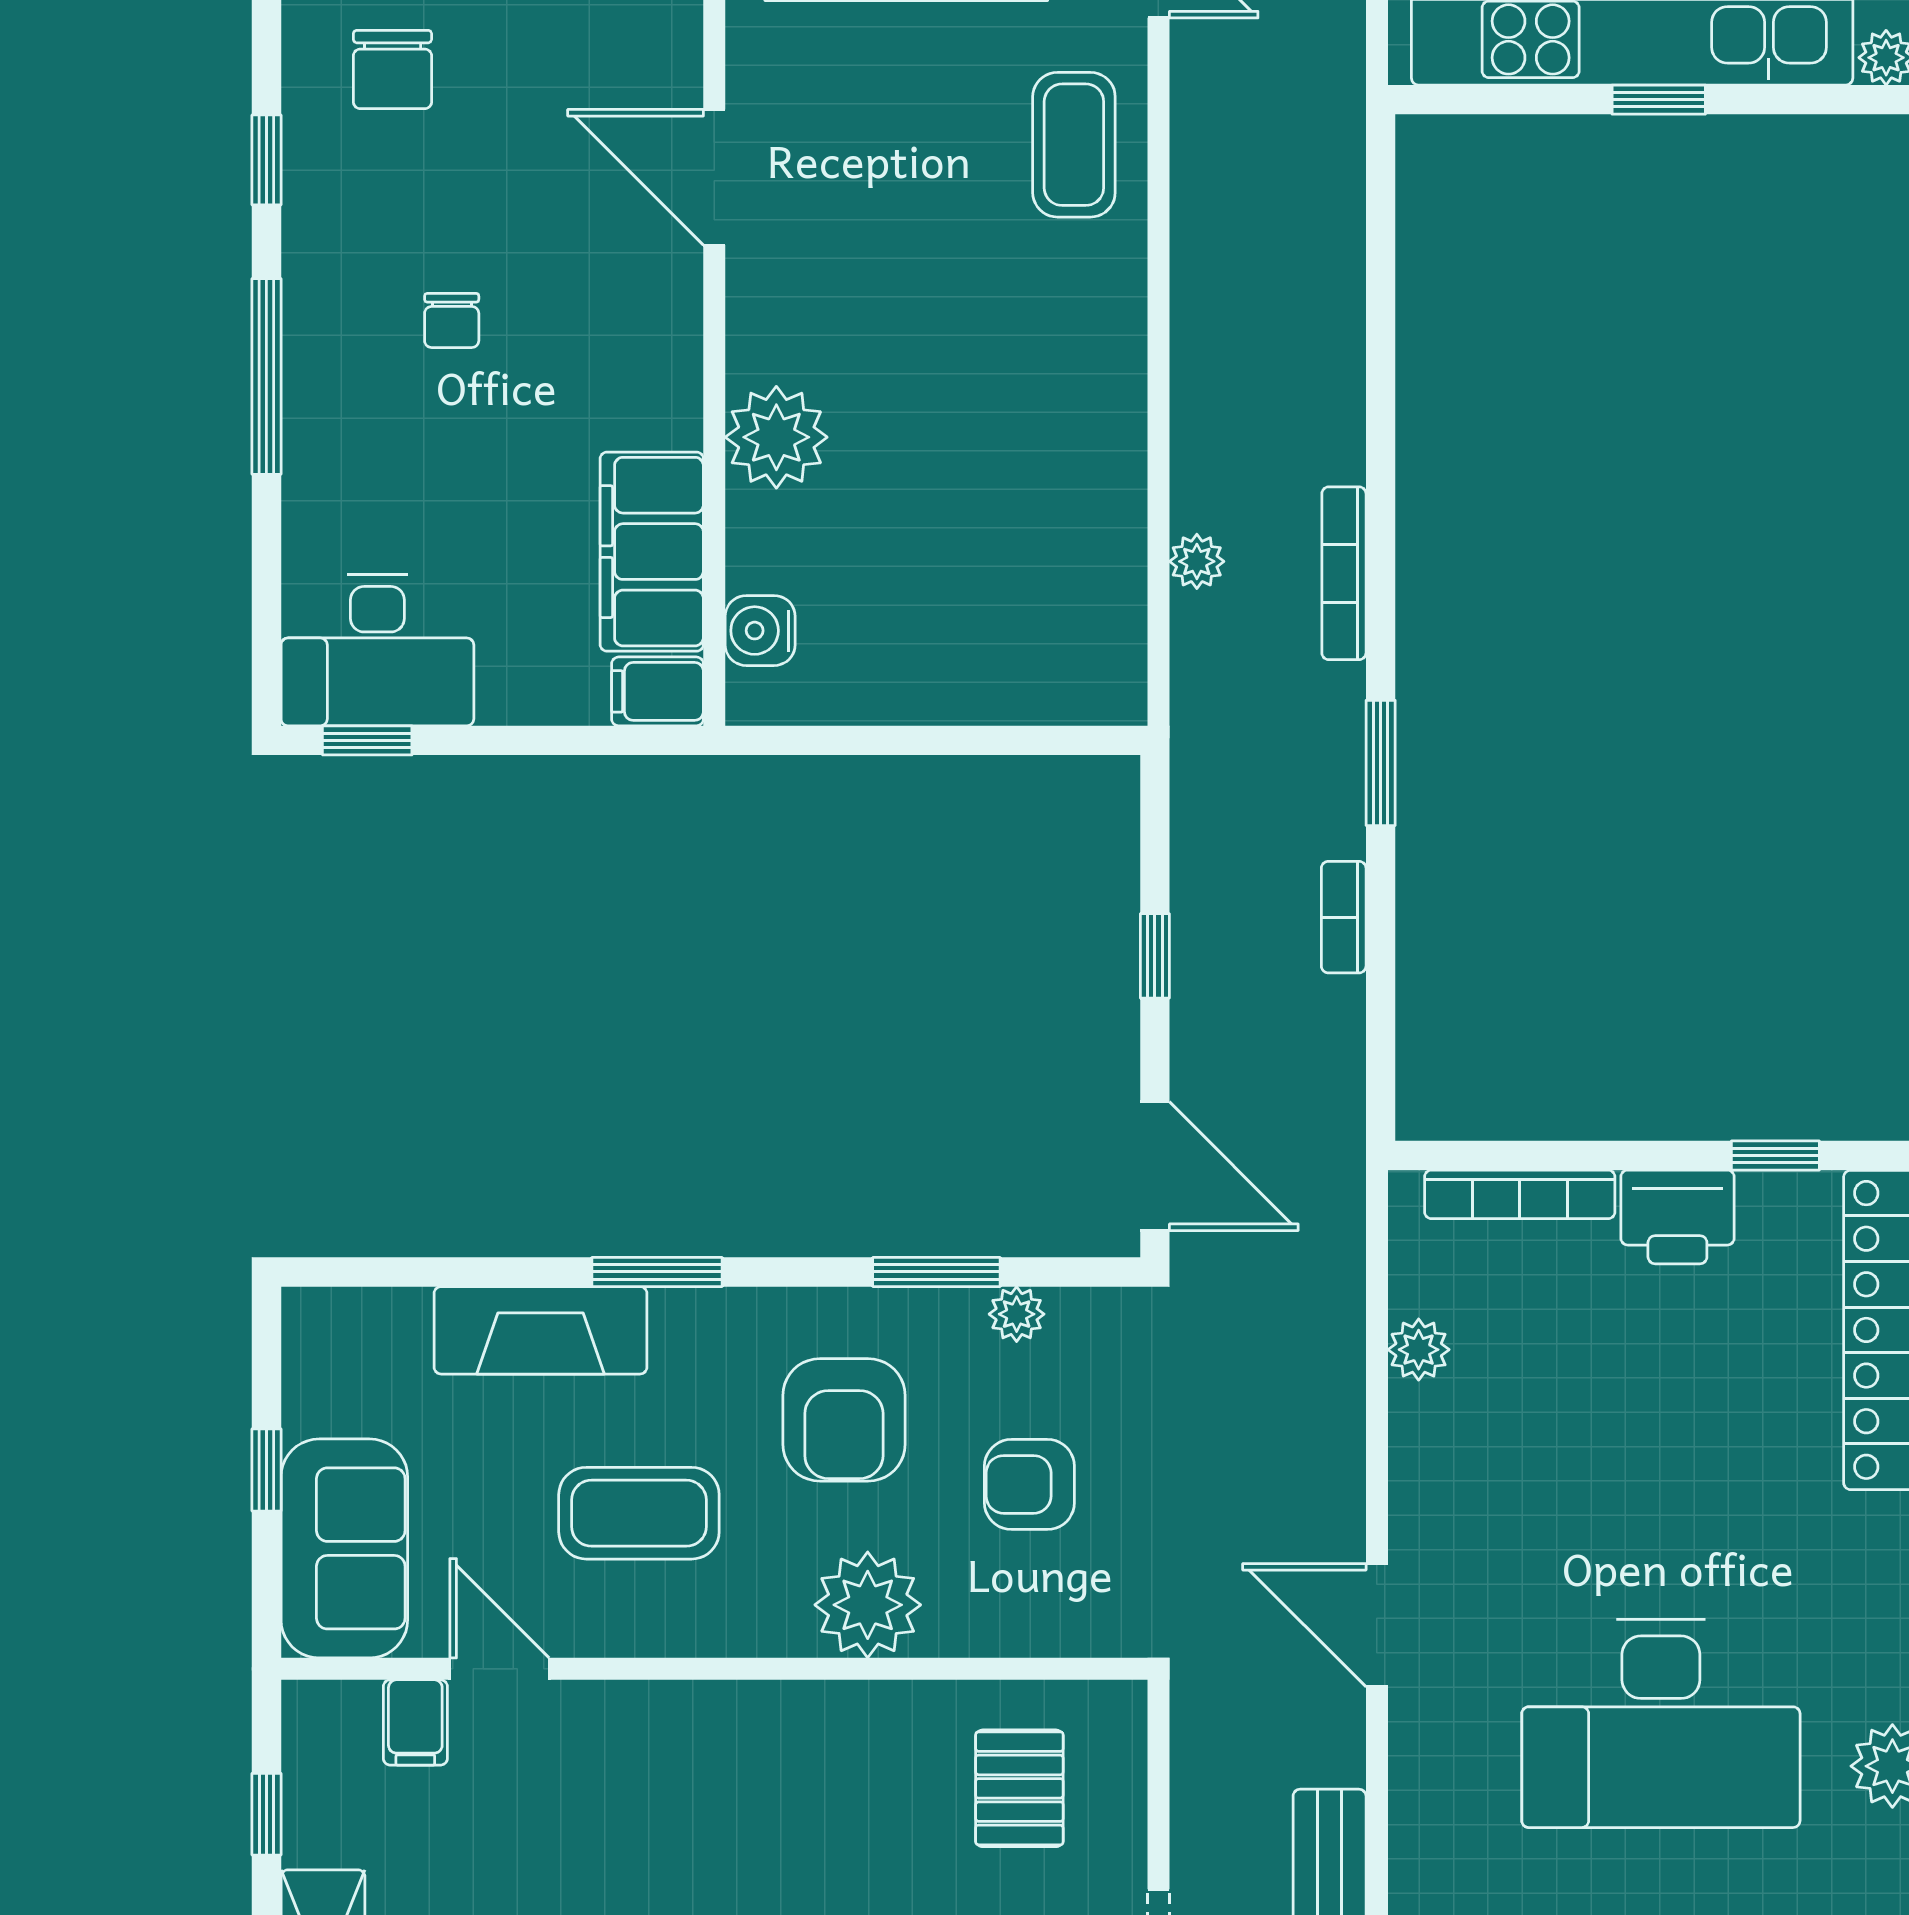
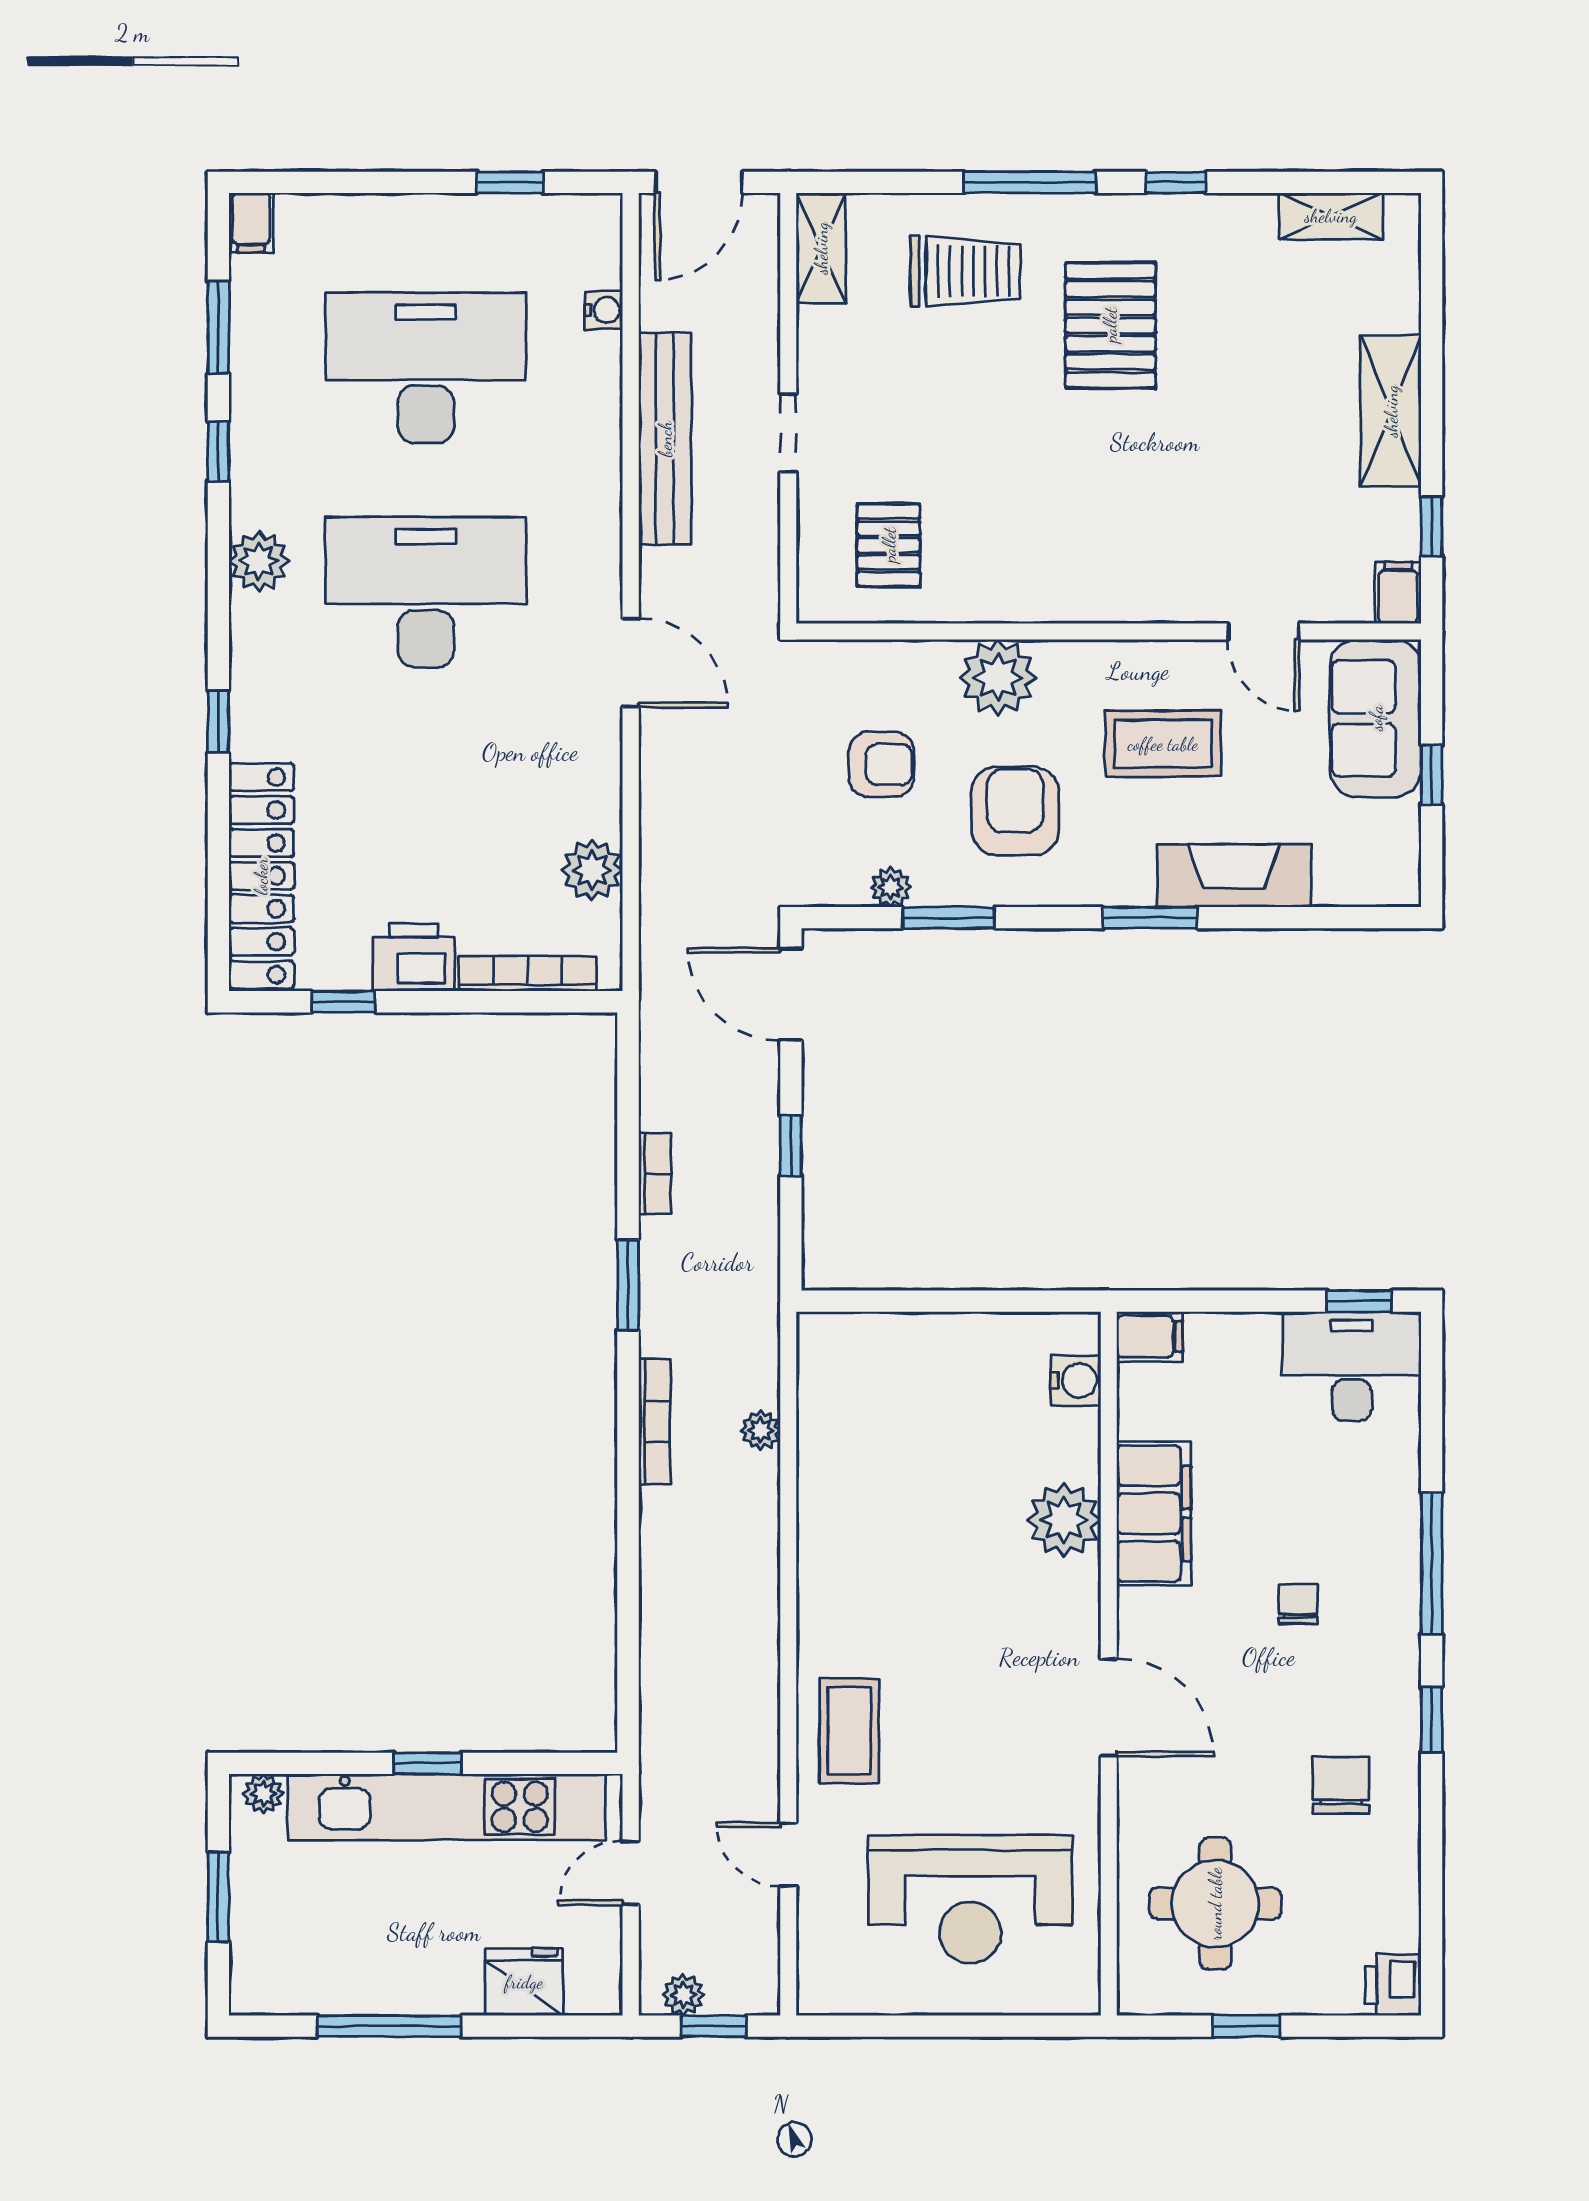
filing cabinet: (652, 552) -> (1154, 1514), moved
plant: (1419, 1350) -> (592, 870), width x1.38, depth x1.38
filing cabinet: (415, 1722) -> (1398, 593), moved

